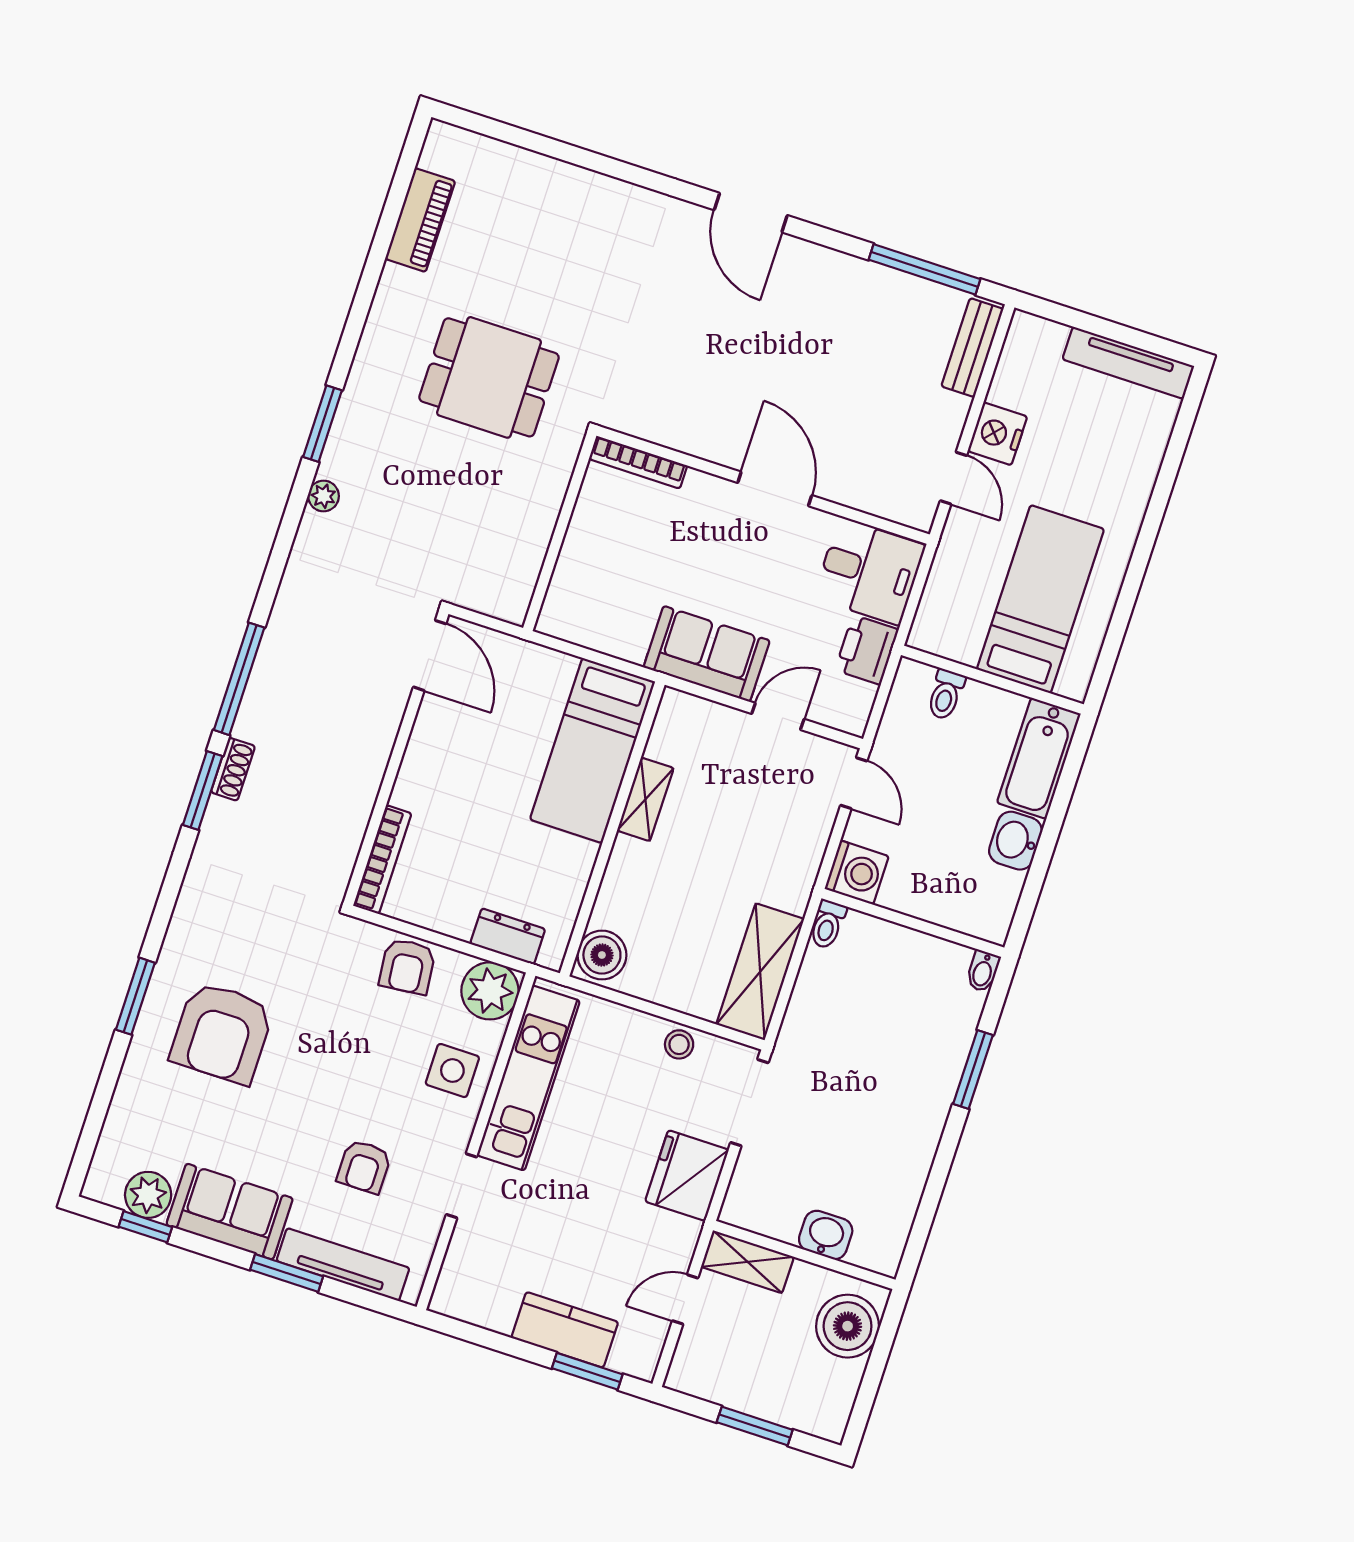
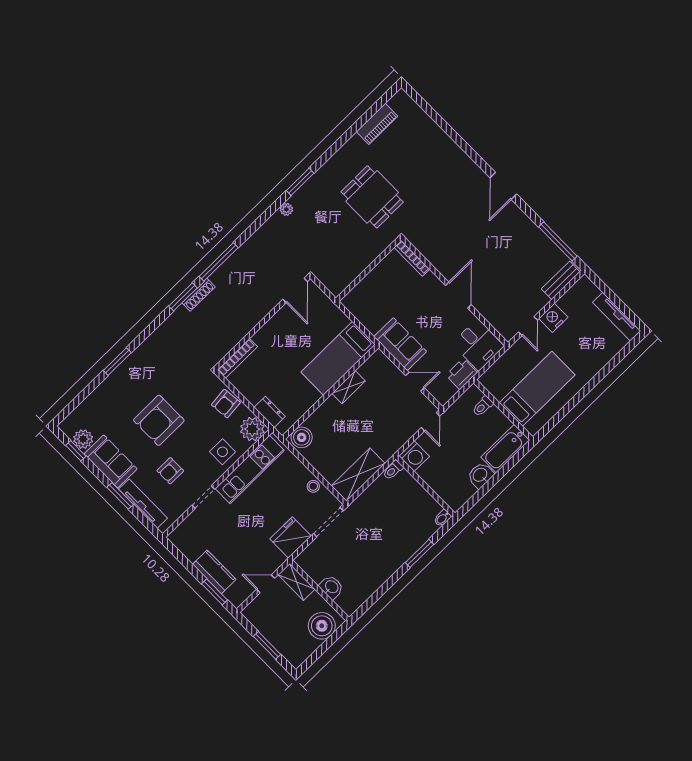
shoe rack: (233, 769) -> (199, 295), width x1.43
armchair: (222, 1033) -> (159, 420), moved

